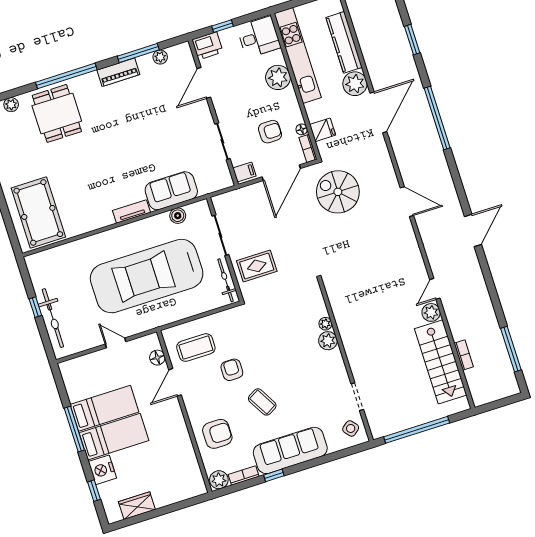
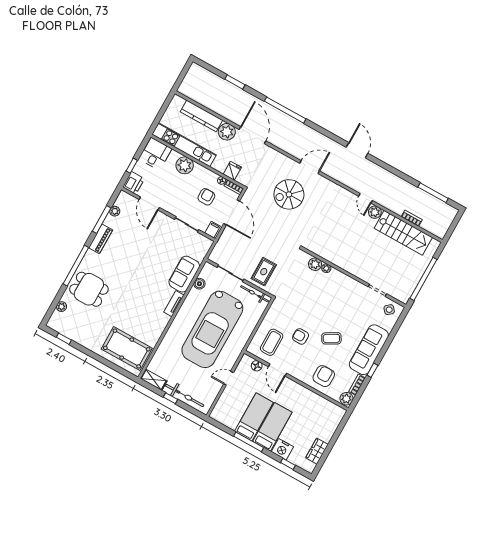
spiral stairs: (338, 192) -> (289, 194), moved
shelving: (36, 271) -> (154, 380), added
plant: (328, 341) -> (315, 264), moved

